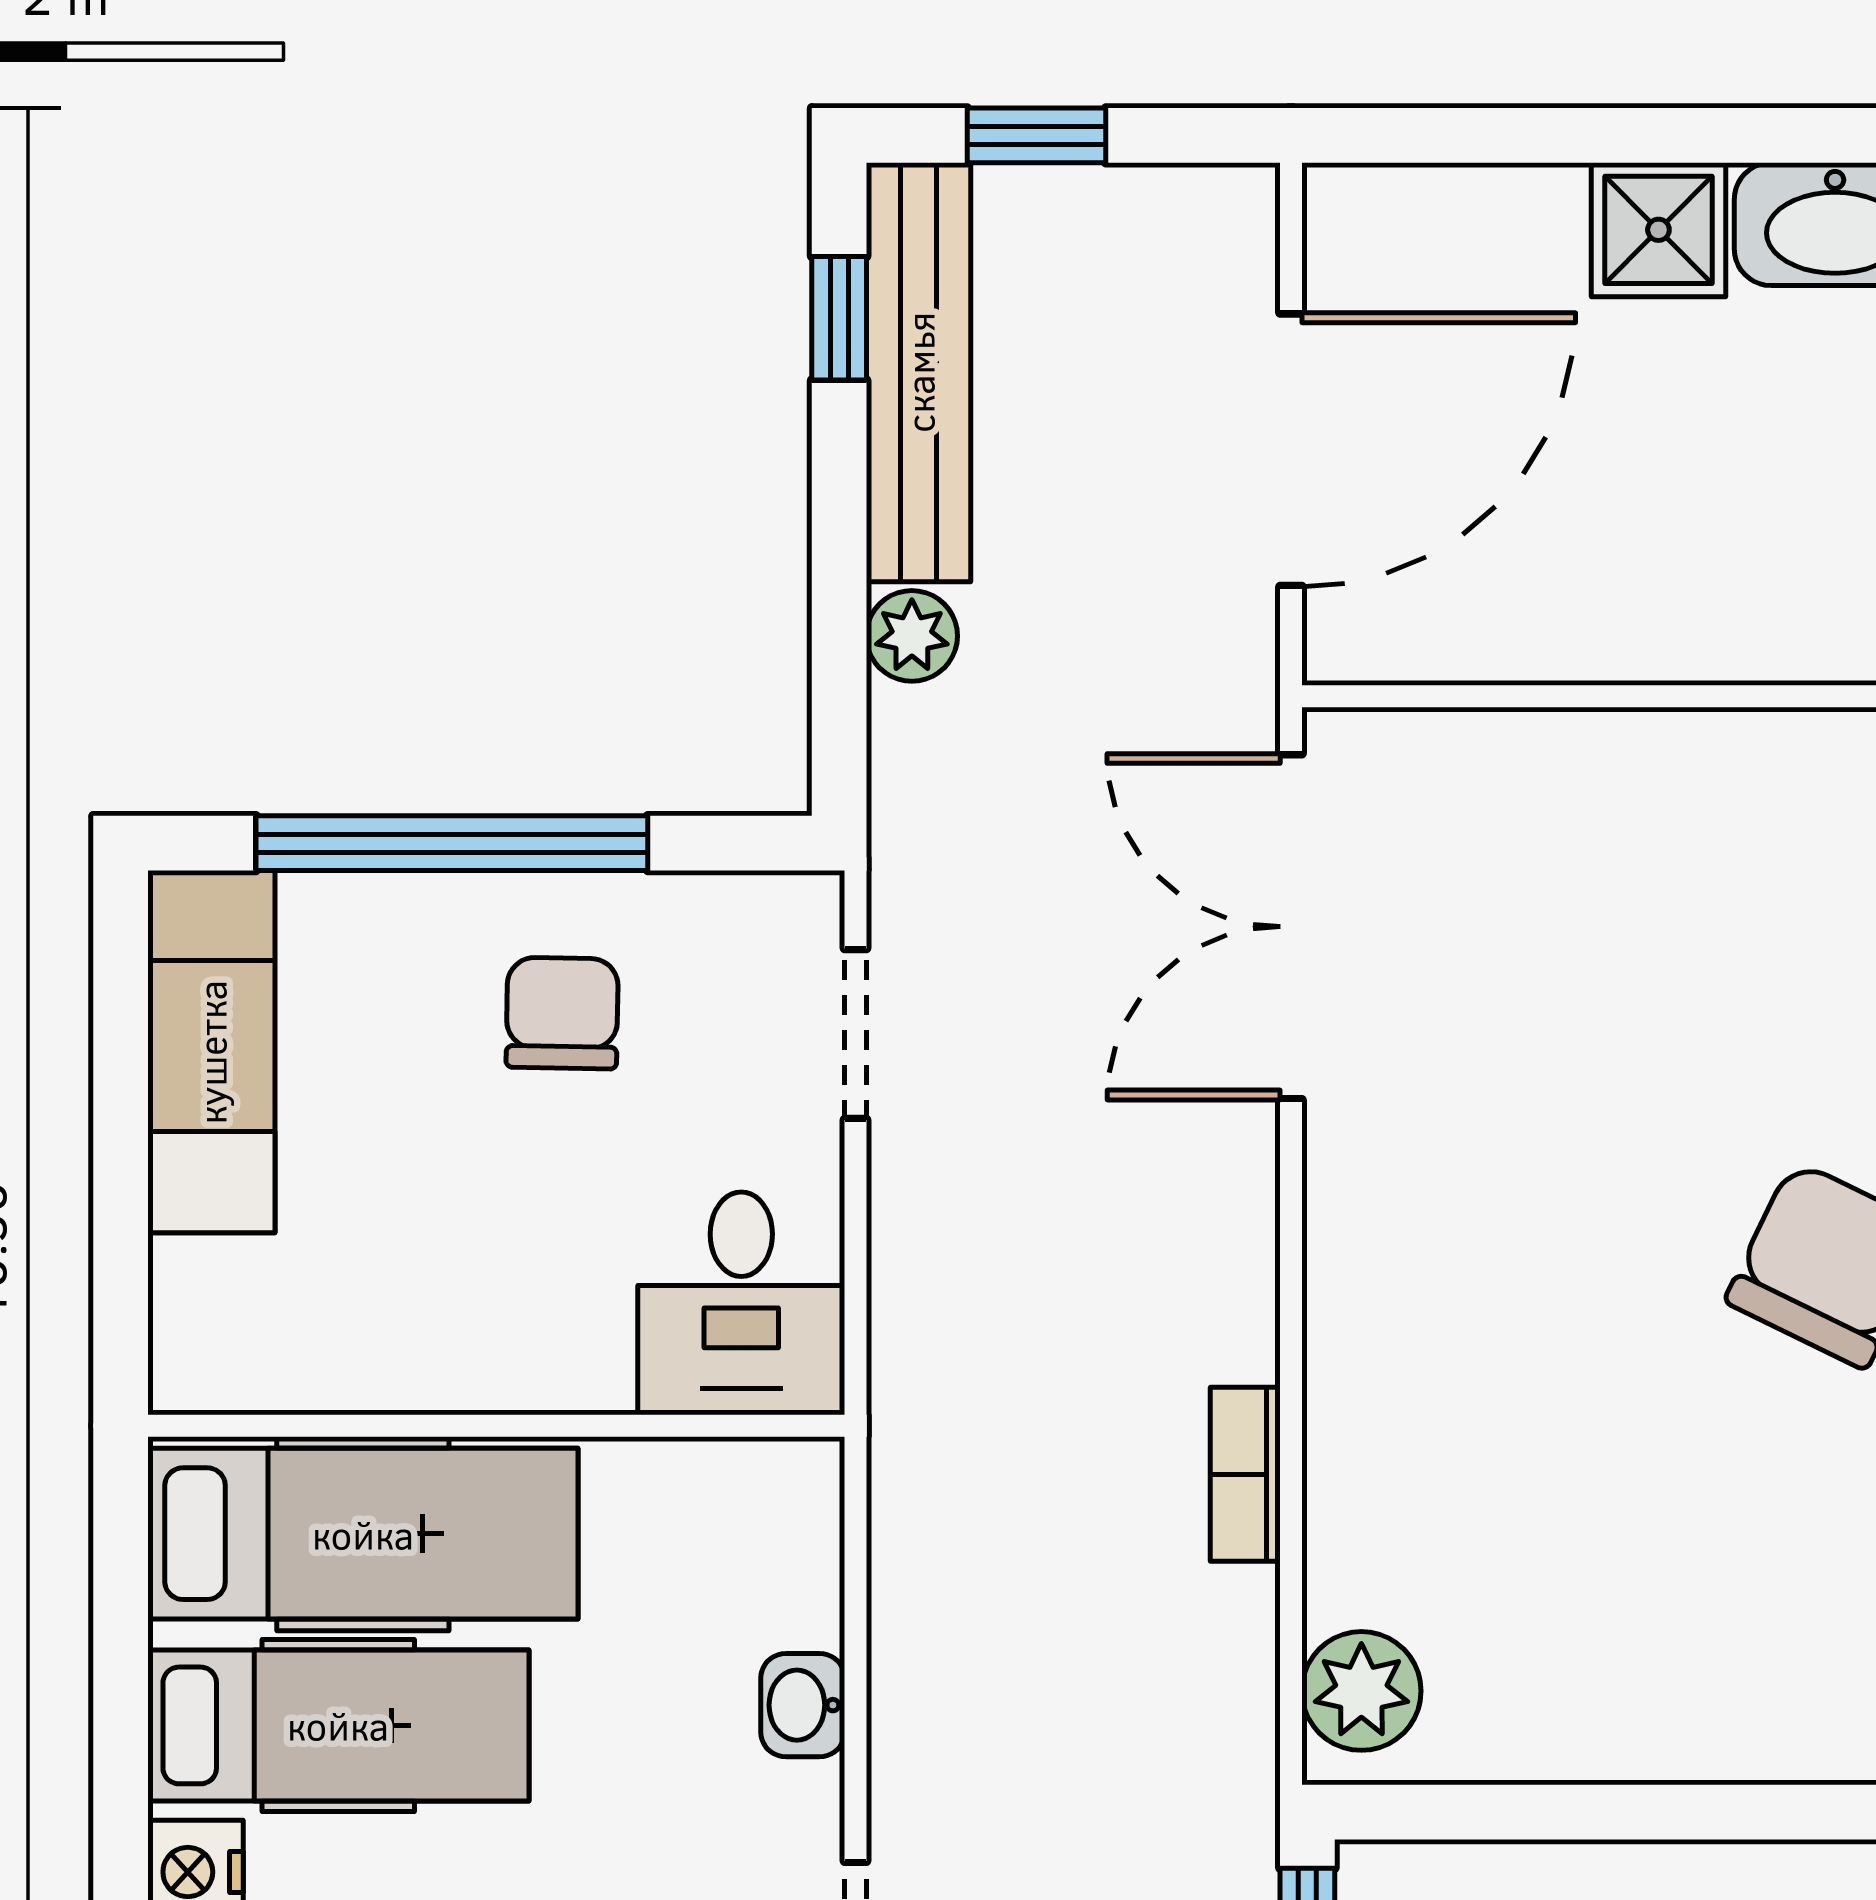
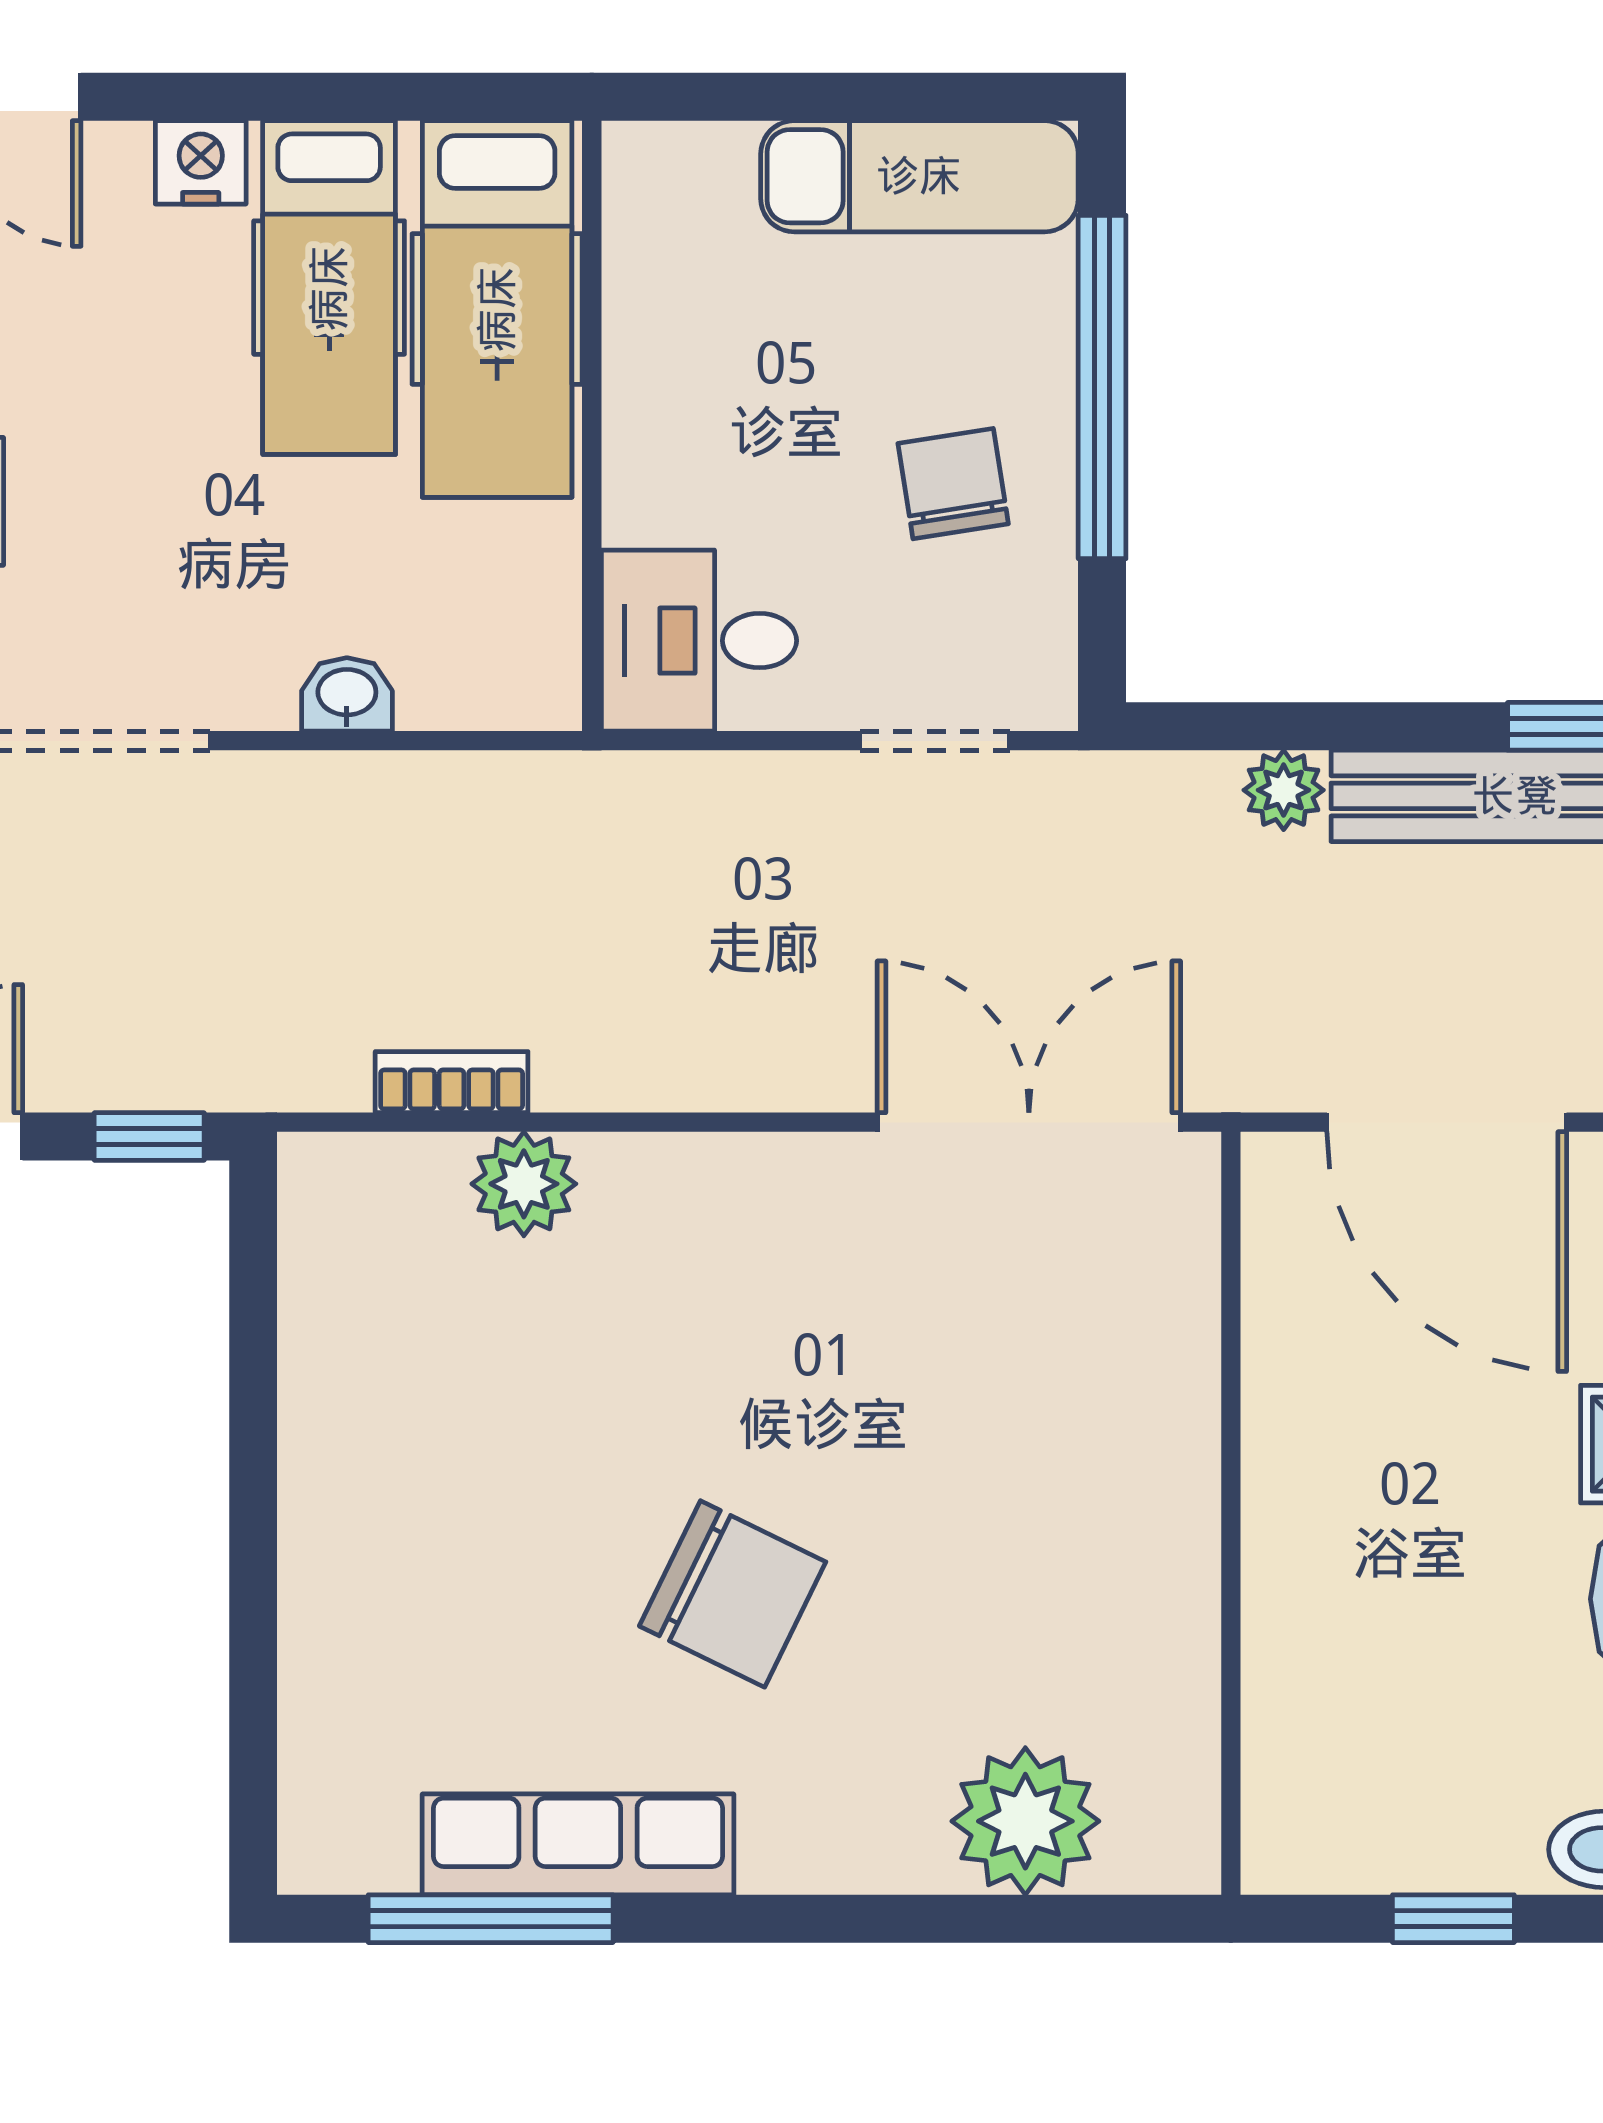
chair: (562, 1013) -> (953, 484), turned -100
bookcase: (1245, 1474) -> (452, 1082), moved
plant: (1361, 1691) -> (524, 1184), moved

